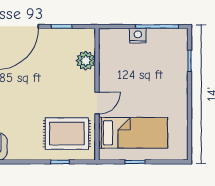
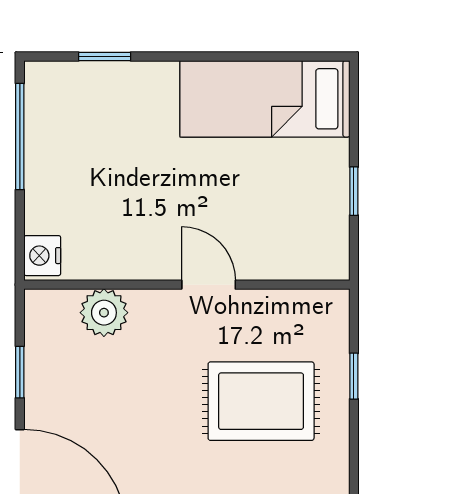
nightstand: (138, 36) -> (42, 256), moved
bed: (133, 133) -> (265, 99), moved, turned -90
rug: (67, 134) -> (261, 401), moved, turned 90

